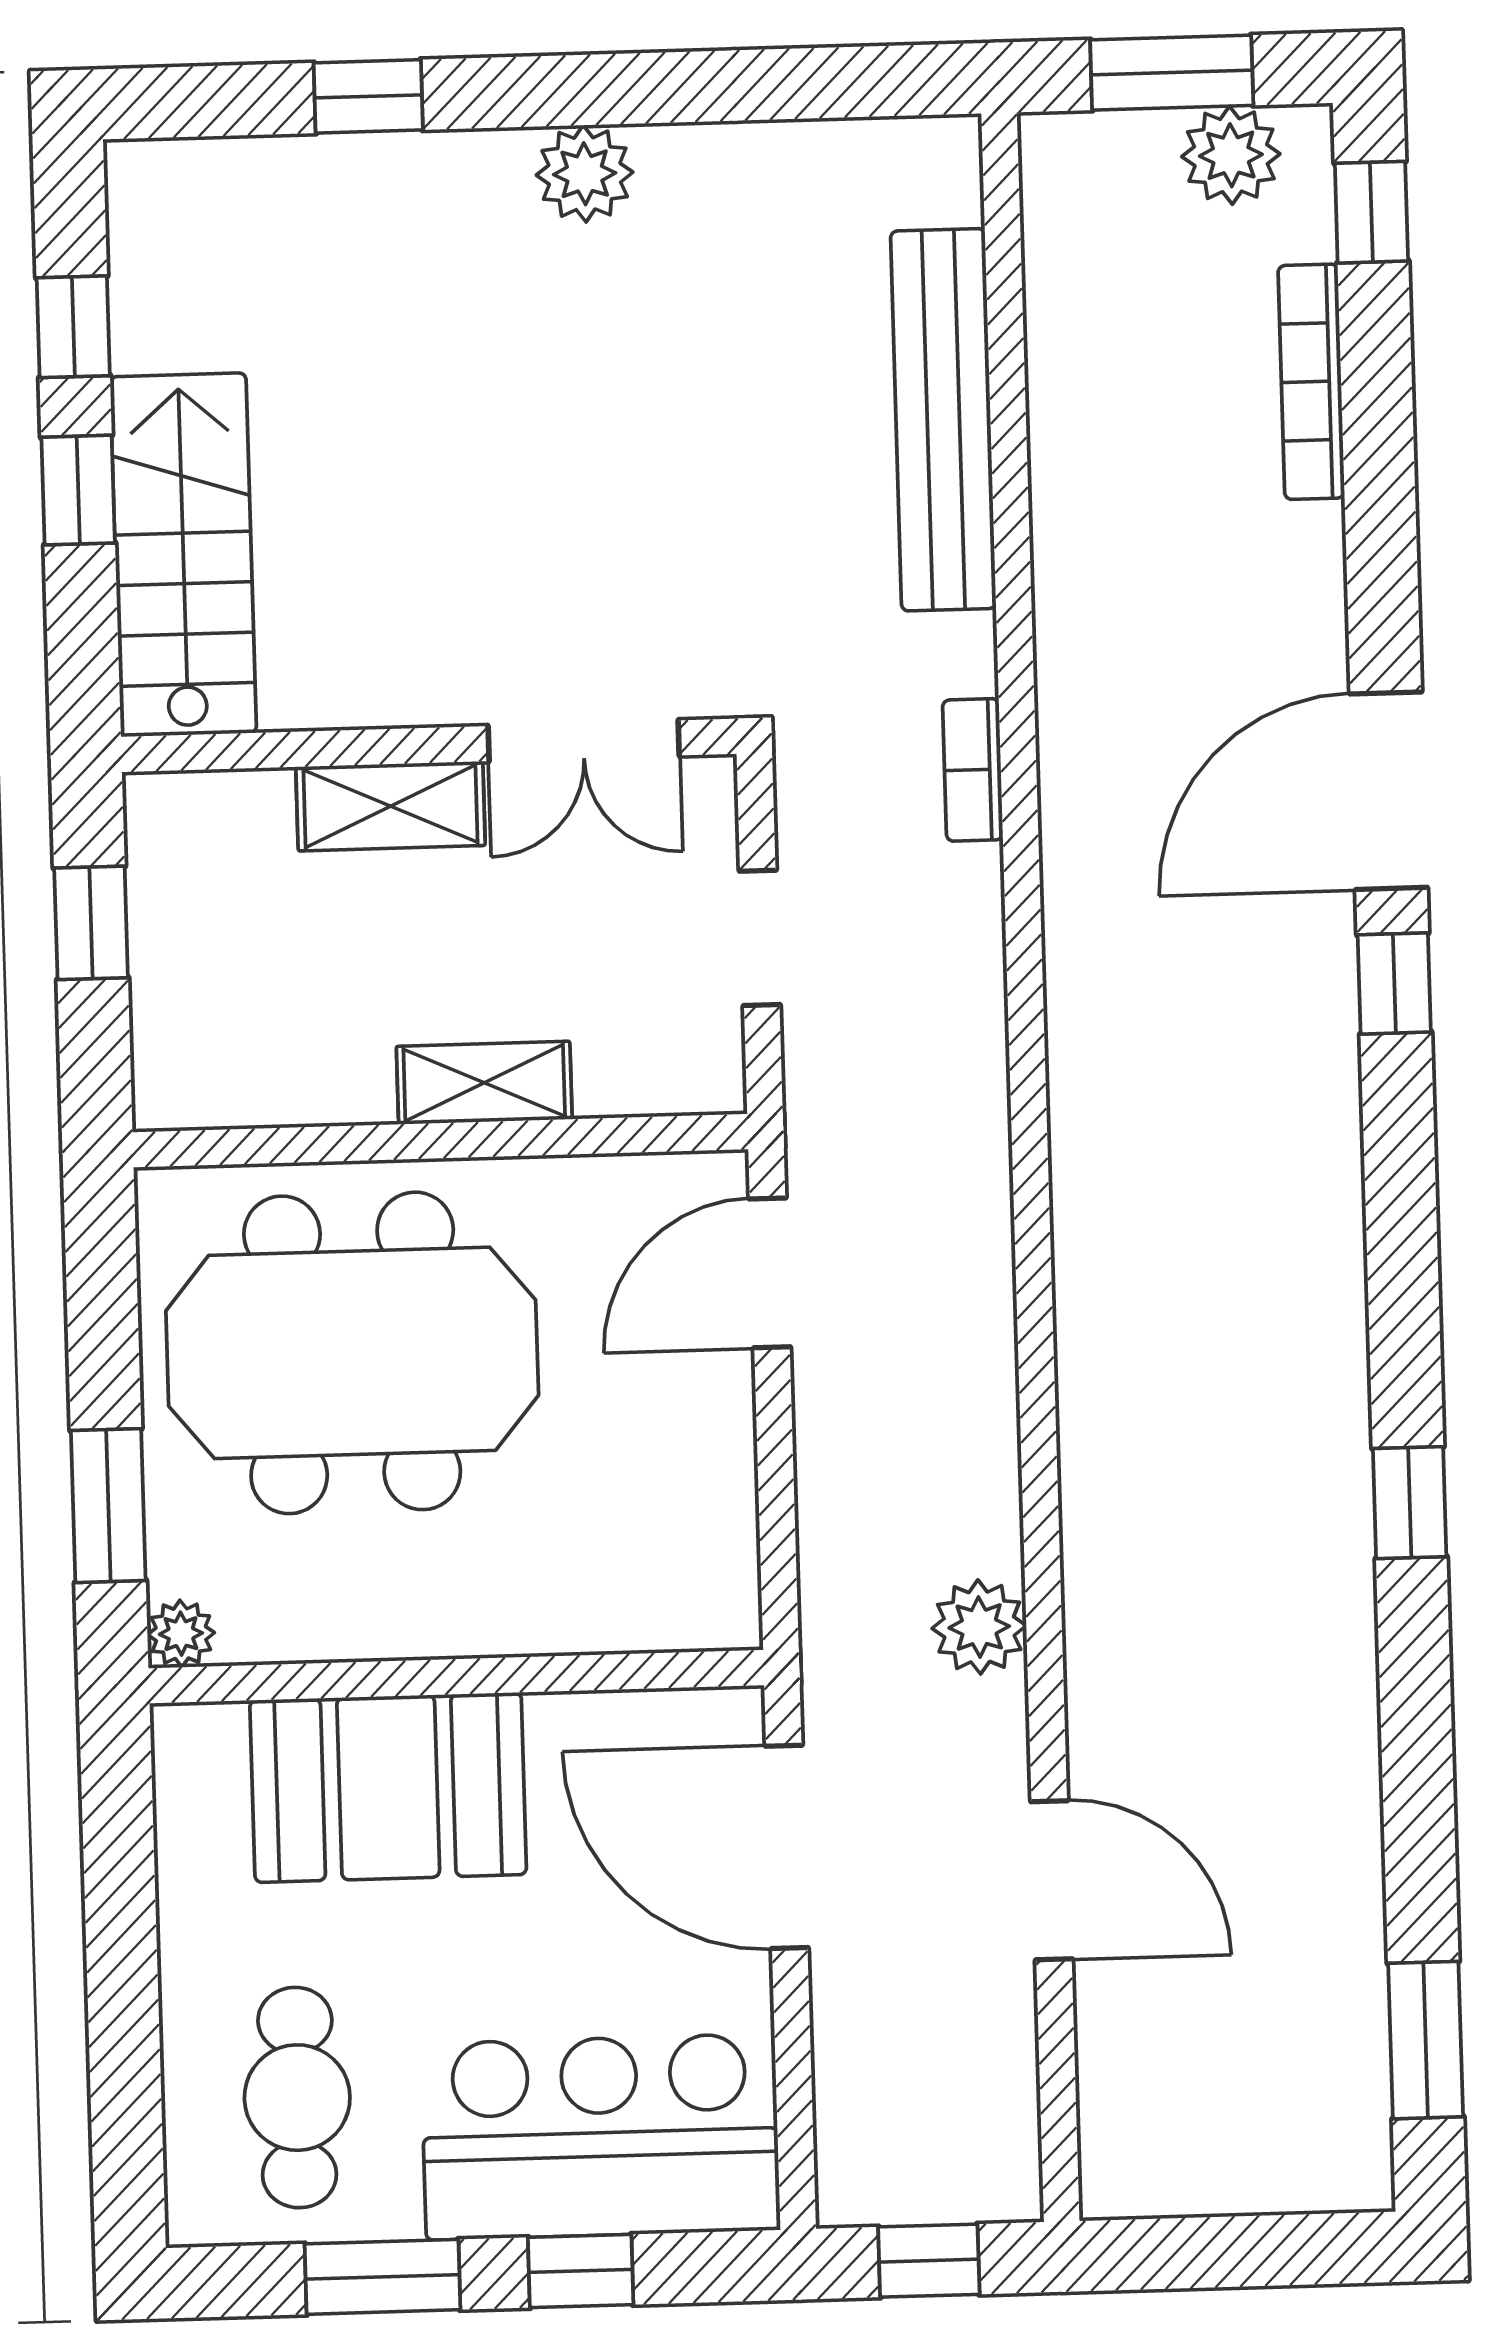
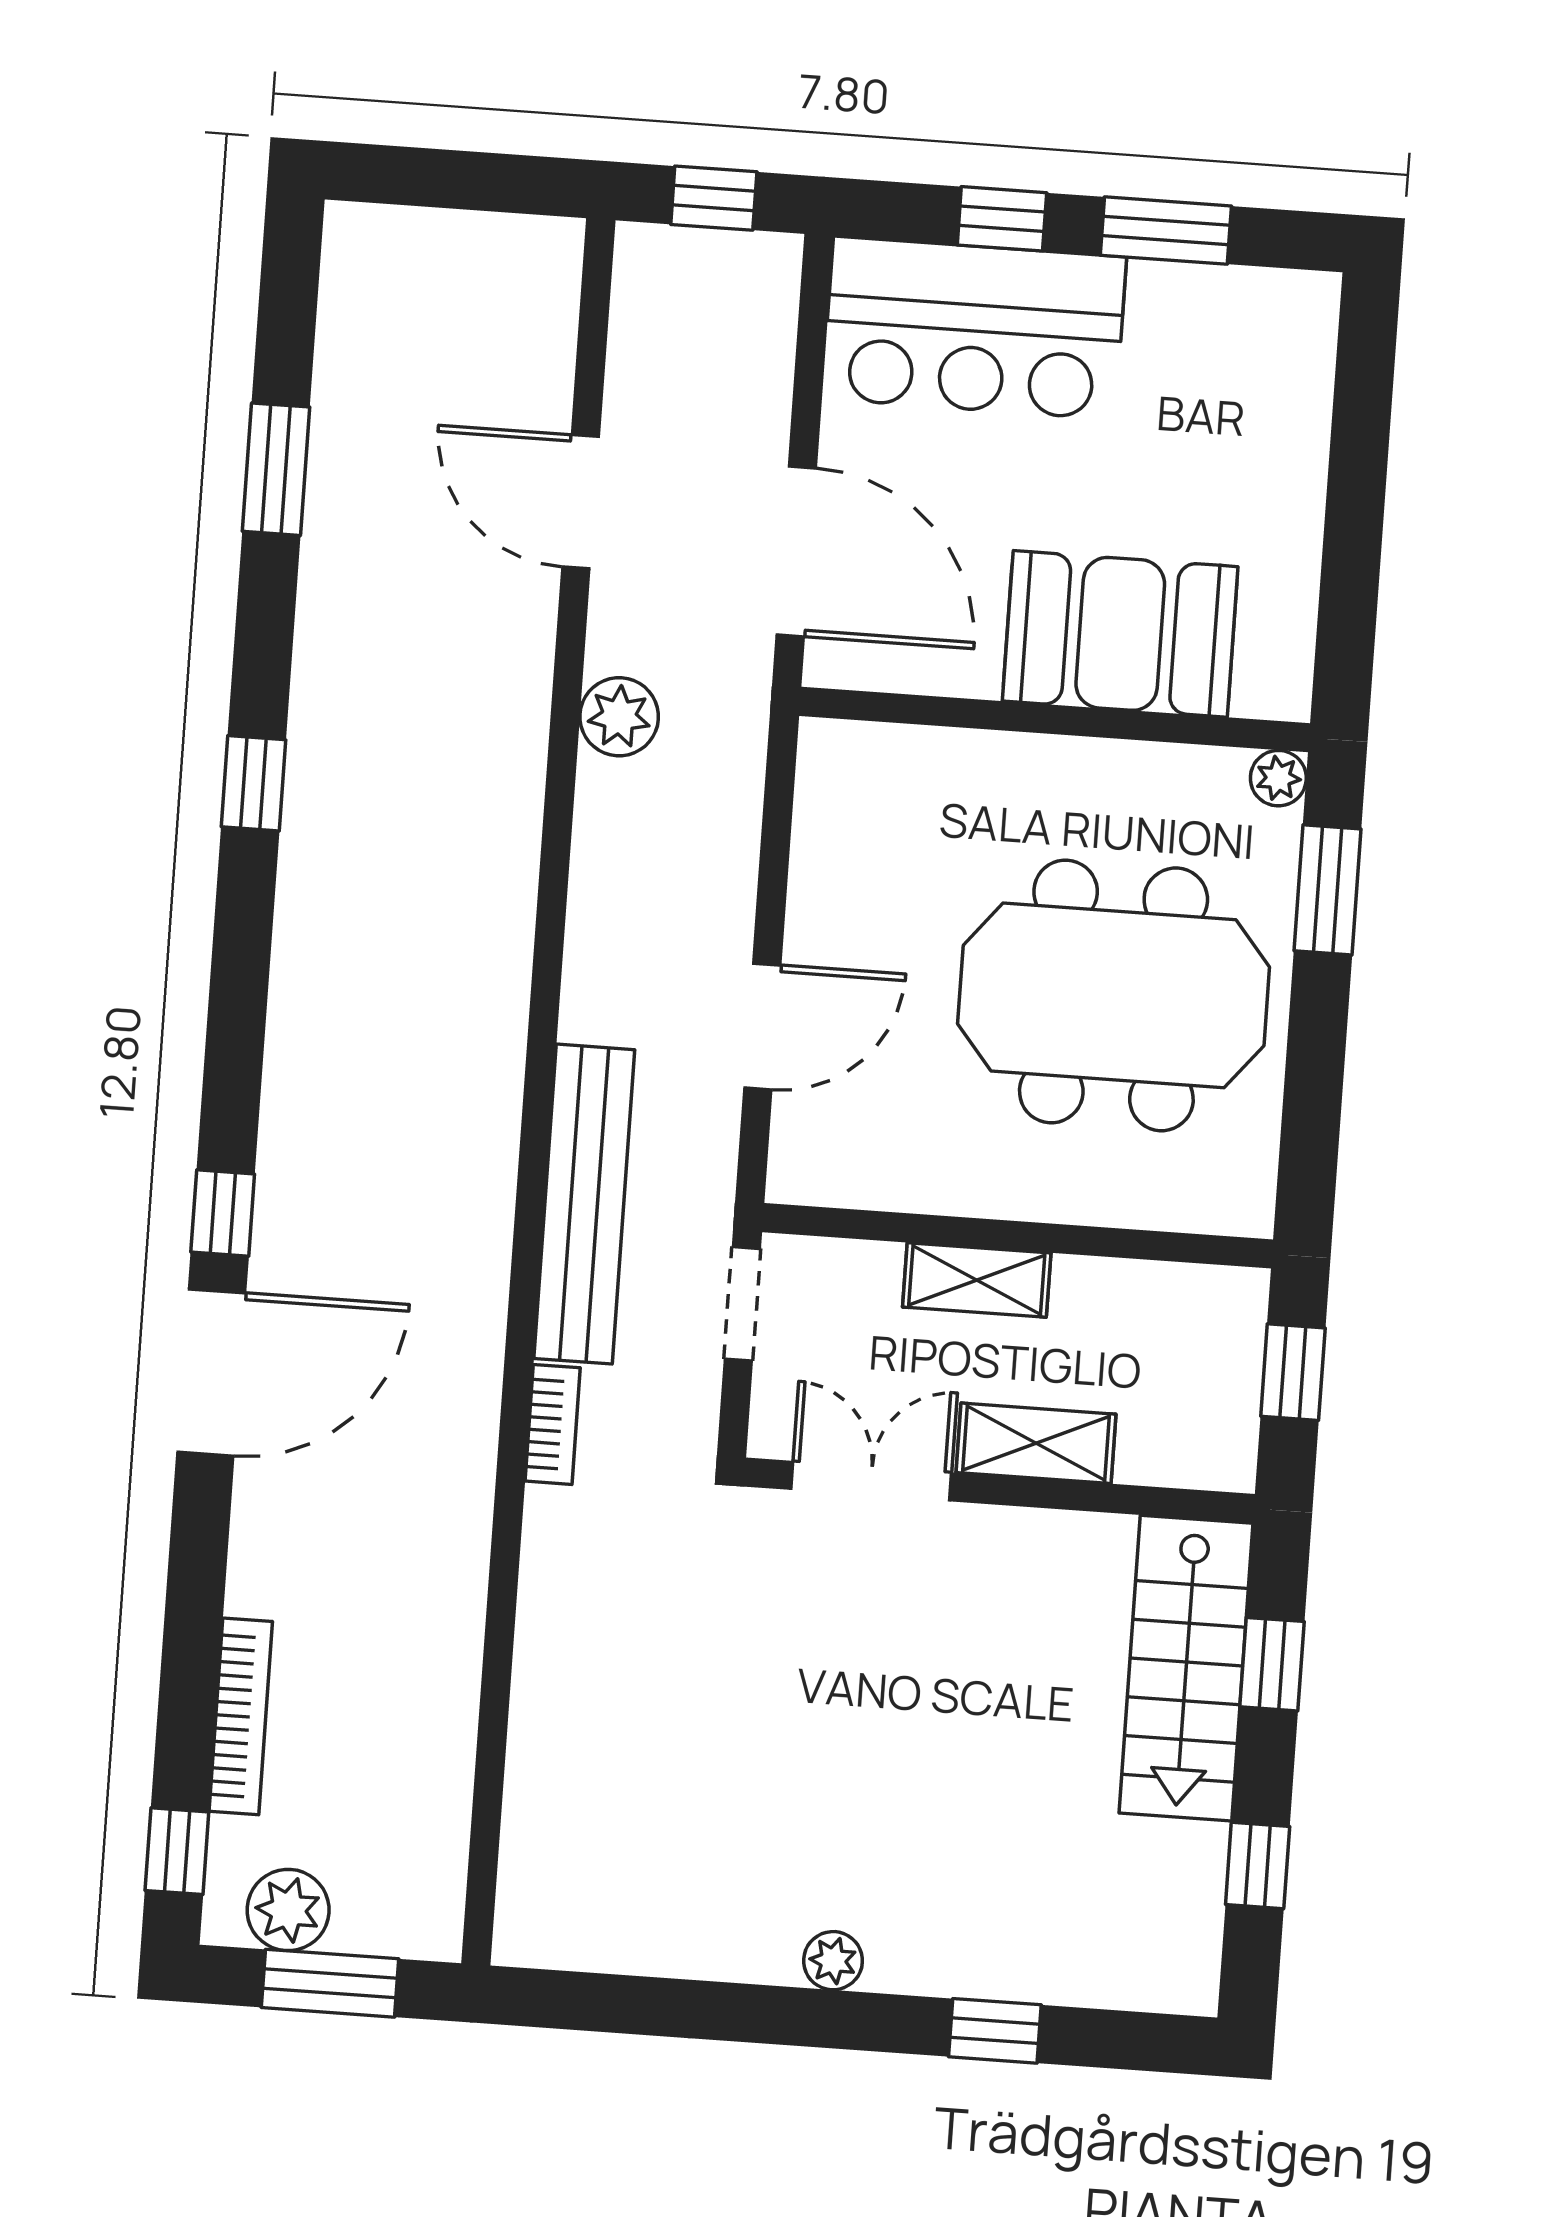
plant: (585, 174) -> (833, 1961), width x0.73, depth x0.73
bench: (943, 420) -> (584, 1204), moved
window: (78, 490) -> (1272, 1664), moved
shelving: (484, 1083) -> (977, 1280), moved
wall: (440, 1141) -> (1018, 1236), moved
window: (1426, 2040) -> (276, 469), moved
cafe table: (297, 2098) -> (1221, 386), removed

